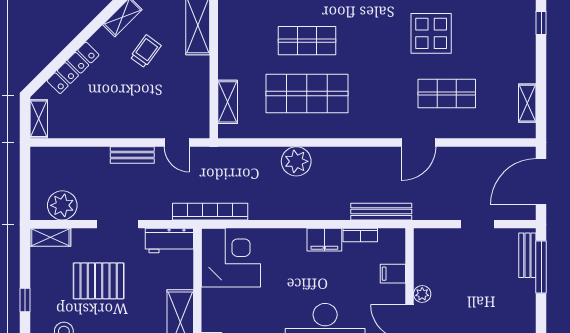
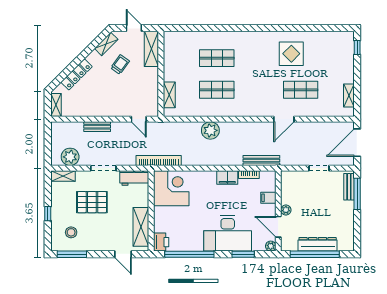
shop shelf: (307, 94) -> (217, 90), width x0.70, depth x0.74
bench: (132, 155) -> (97, 127), moved

